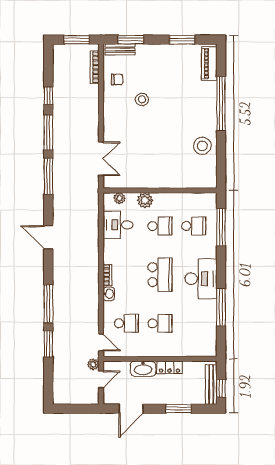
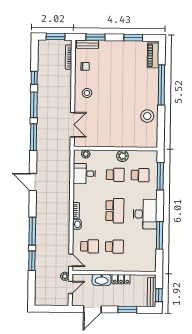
stool: (142, 99) -> (87, 93), moved
plant: (145, 200) -> (122, 156), moved

